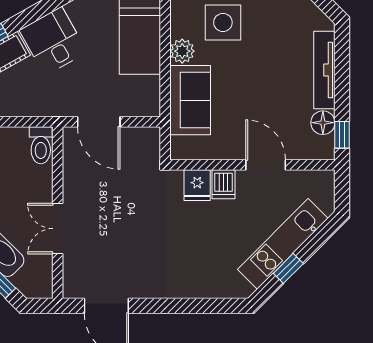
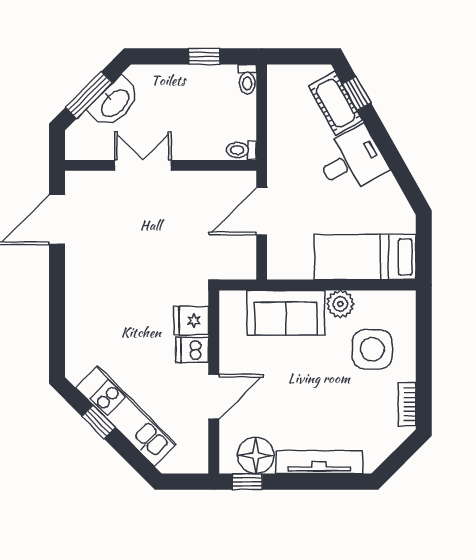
floor lamp: (323, 123) -> (256, 455), width x1.38, depth x1.38
toilet: (41, 145) -> (241, 150), width x0.73, depth x0.72

